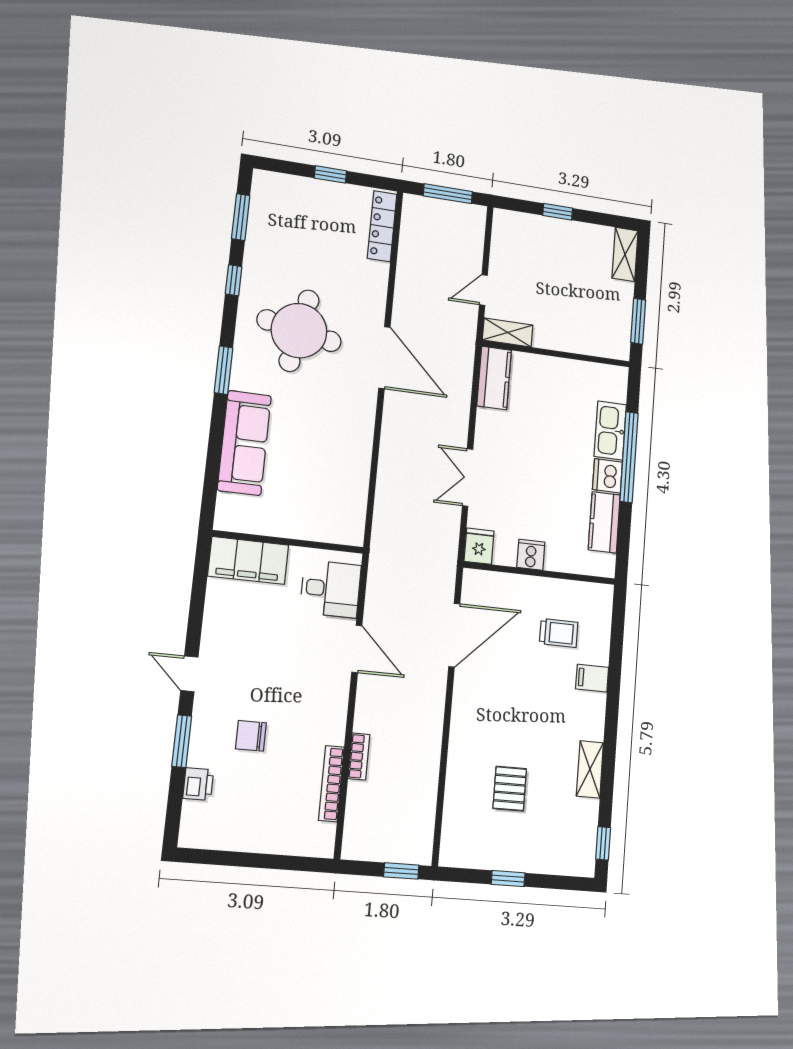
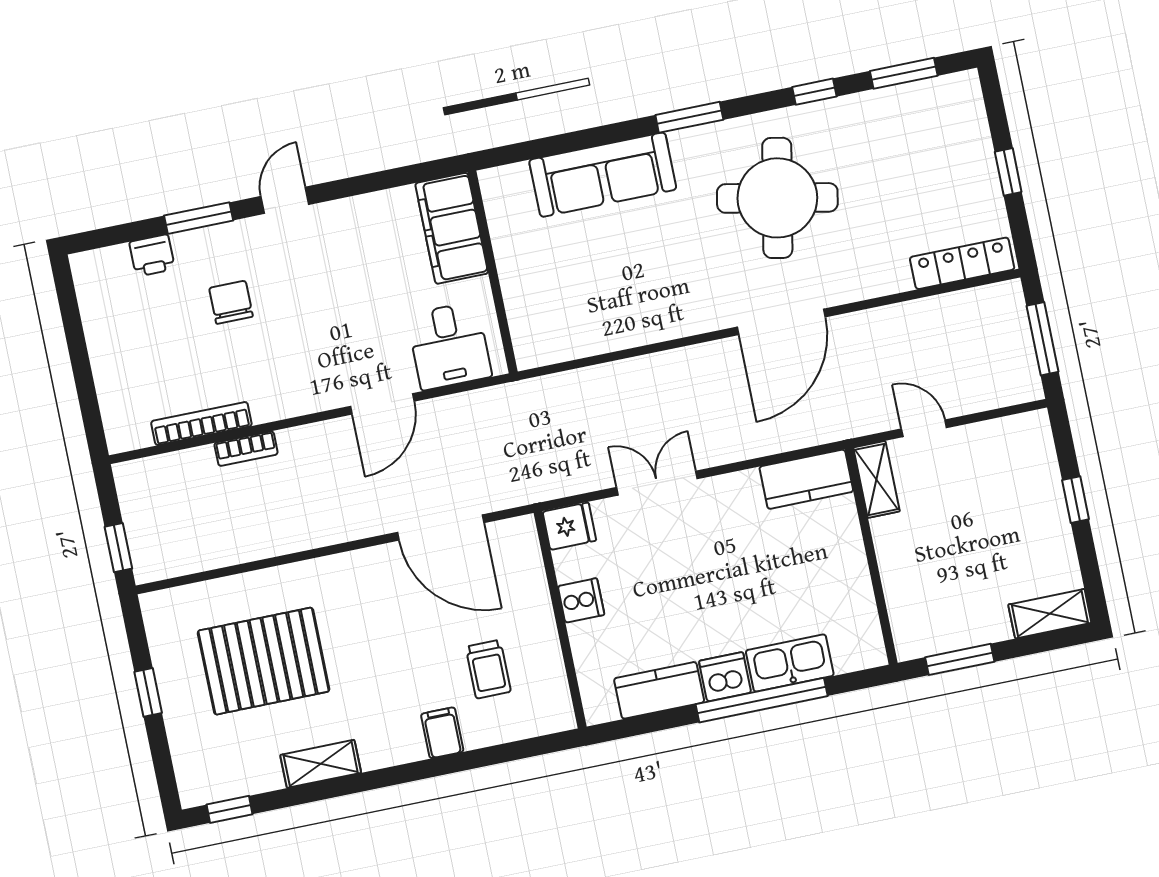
pallet: (510, 789) -> (264, 661), width x2.05, depth x2.00

